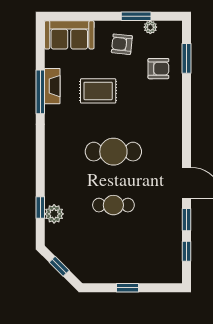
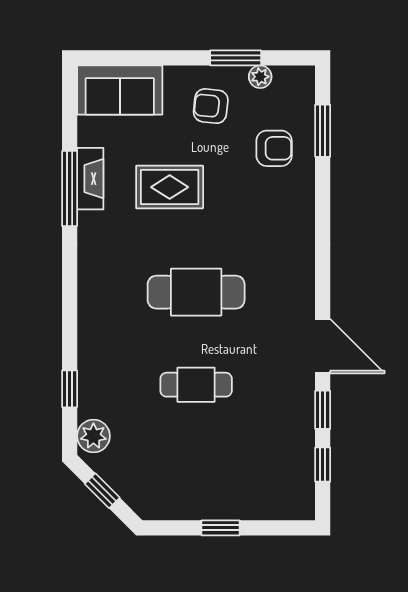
plant: (54, 214) -> (93, 436), moved

